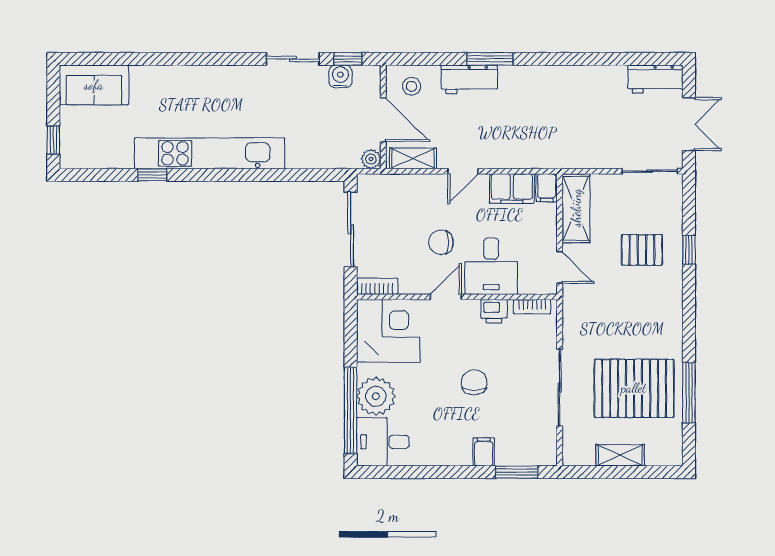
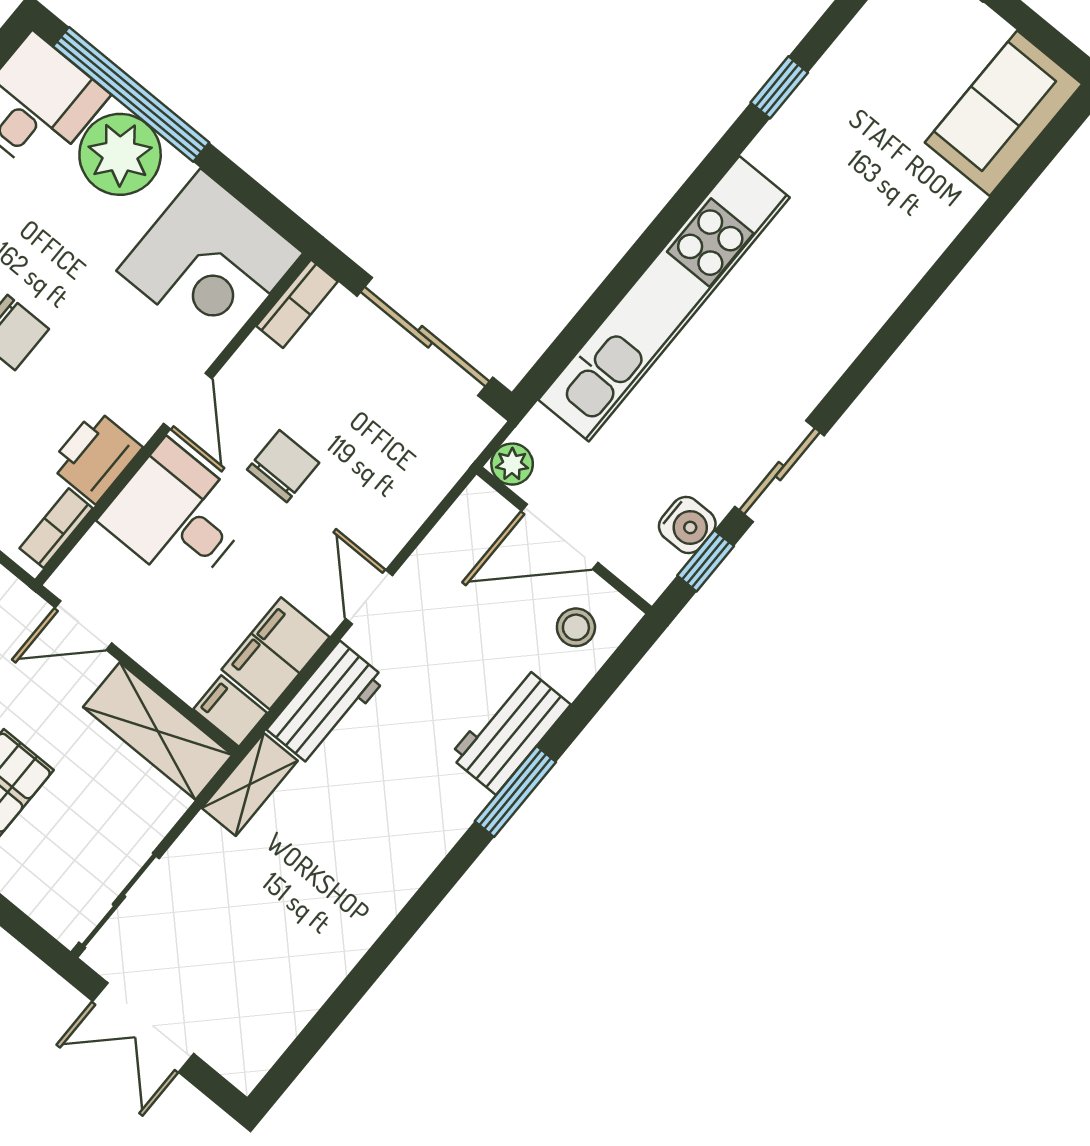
workbench: (655, 79) -> (326, 704), moved, turned 180
kitchen unit: (210, 153) -> (664, 299), moved
shelving: (413, 158) -> (250, 784), moved
printer: (494, 311) -> (96, 456), width x1.36, depth x1.24

